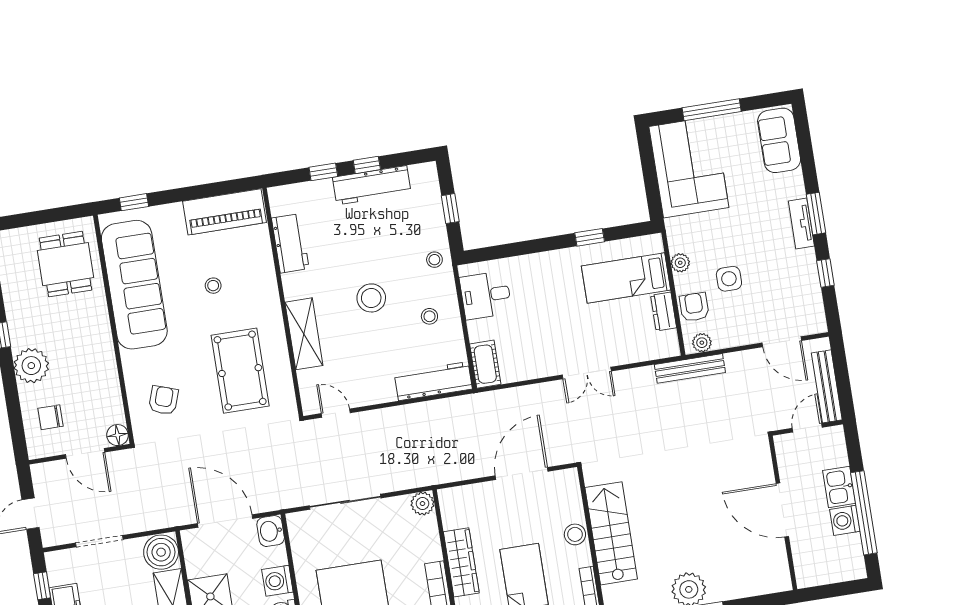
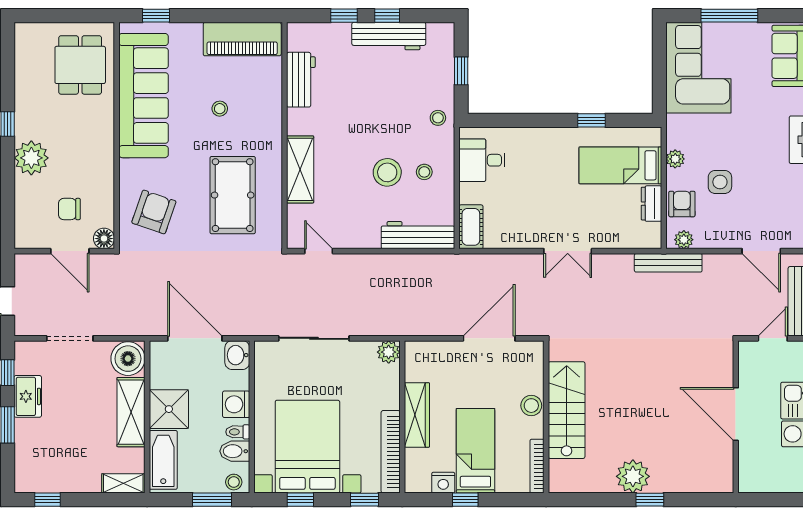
stool: (371, 298) -> (387, 172), moved
armchair: (163, 400) -> (154, 212), width x1.38, depth x1.38
chair: (50, 417) -> (69, 209), moved

